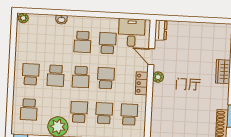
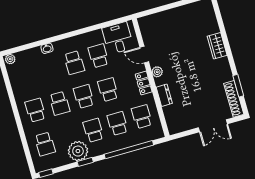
dresser: (161, 30) -> (164, 95), moved
school desk: (81, 77) -> (84, 96), turned 180

